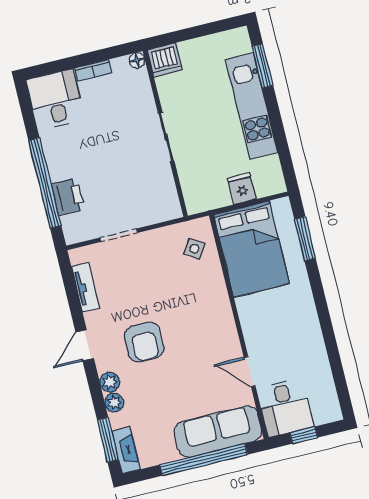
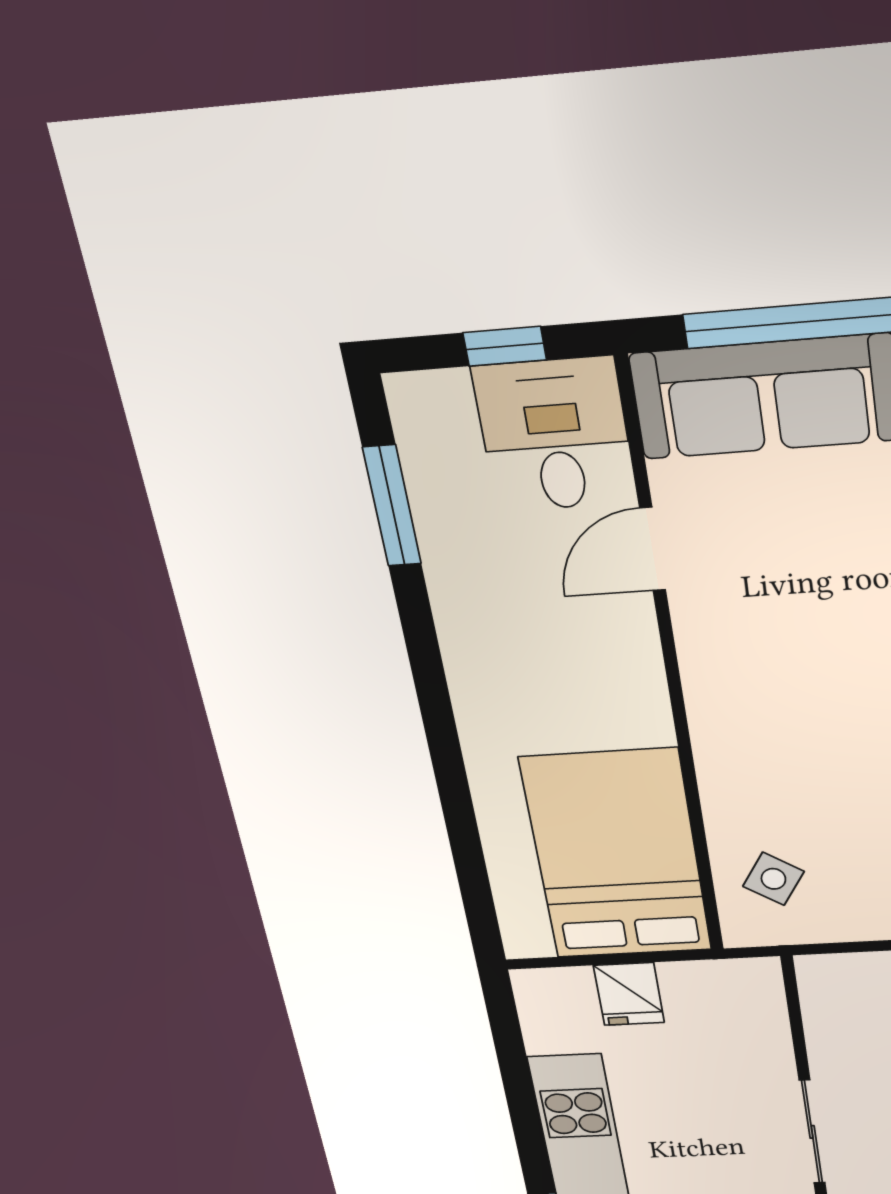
window: (305, 239) -> (392, 506), moved
door: (250, 372) -> (653, 549), swing flipped

